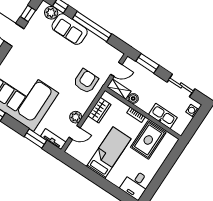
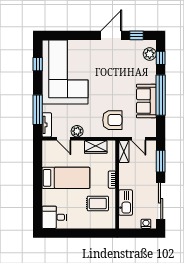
sofa: (70, 29) -> (146, 101), moved
sliding door: (181, 85) -> (161, 201), width x1.37
boiler: (133, 99) -> (124, 168), removed
window: (36, 139) -> (38, 110), width x1.44
rug: (148, 140) -> (98, 203), width x0.73, depth x0.70

